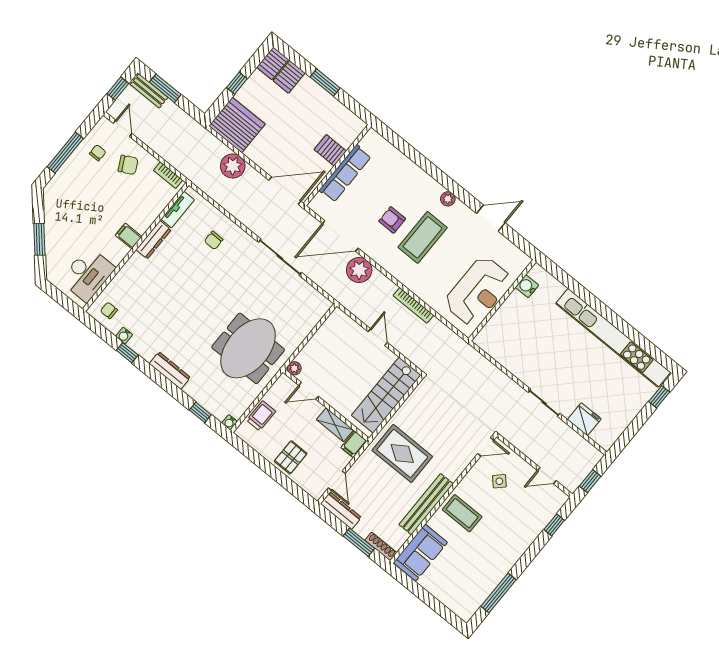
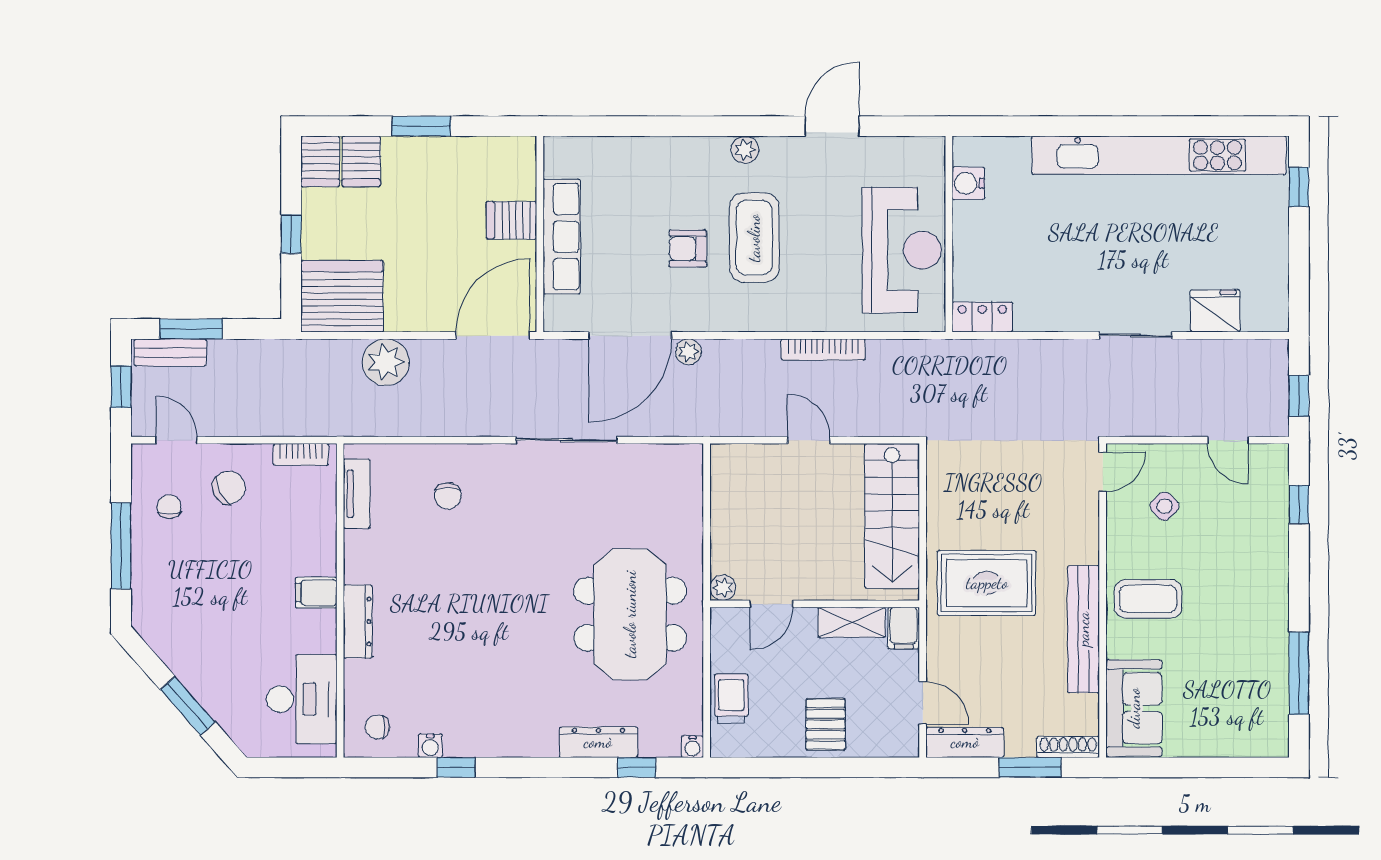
dresser: (154, 240) -> (358, 622), moved
plant: (359, 270) -> (688, 352), width x0.53, depth x0.53
locker: (488, 345) -> (982, 317), added
dresser: (170, 371) -> (598, 742), moved
door: (547, 476) -> (1228, 440), hinge flipped

